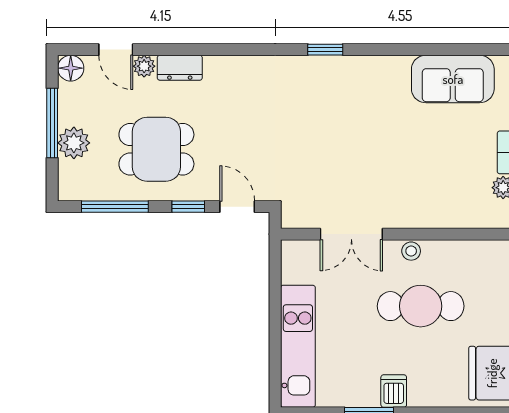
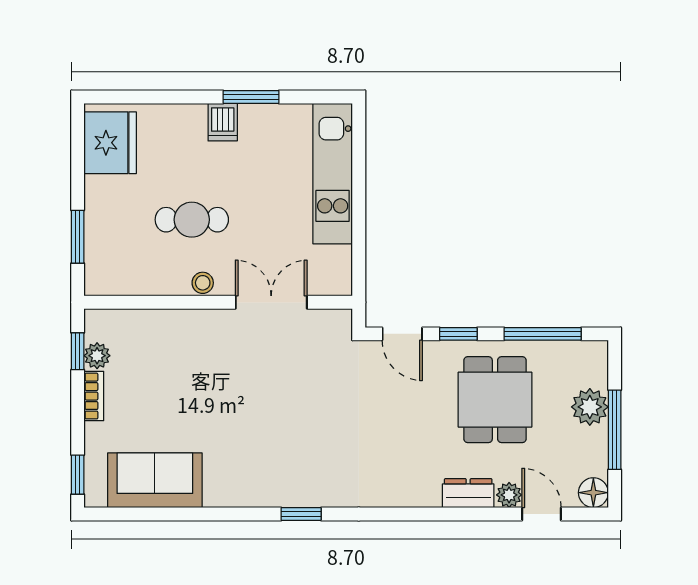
dining table: (156, 149) -> (495, 400), turned 90
cafe table: (421, 306) -> (192, 220), width x0.73, depth x0.74

